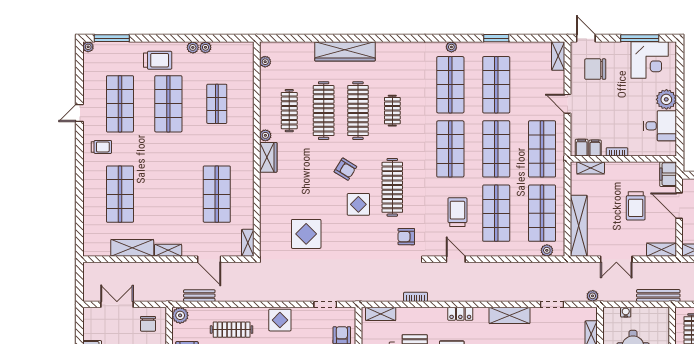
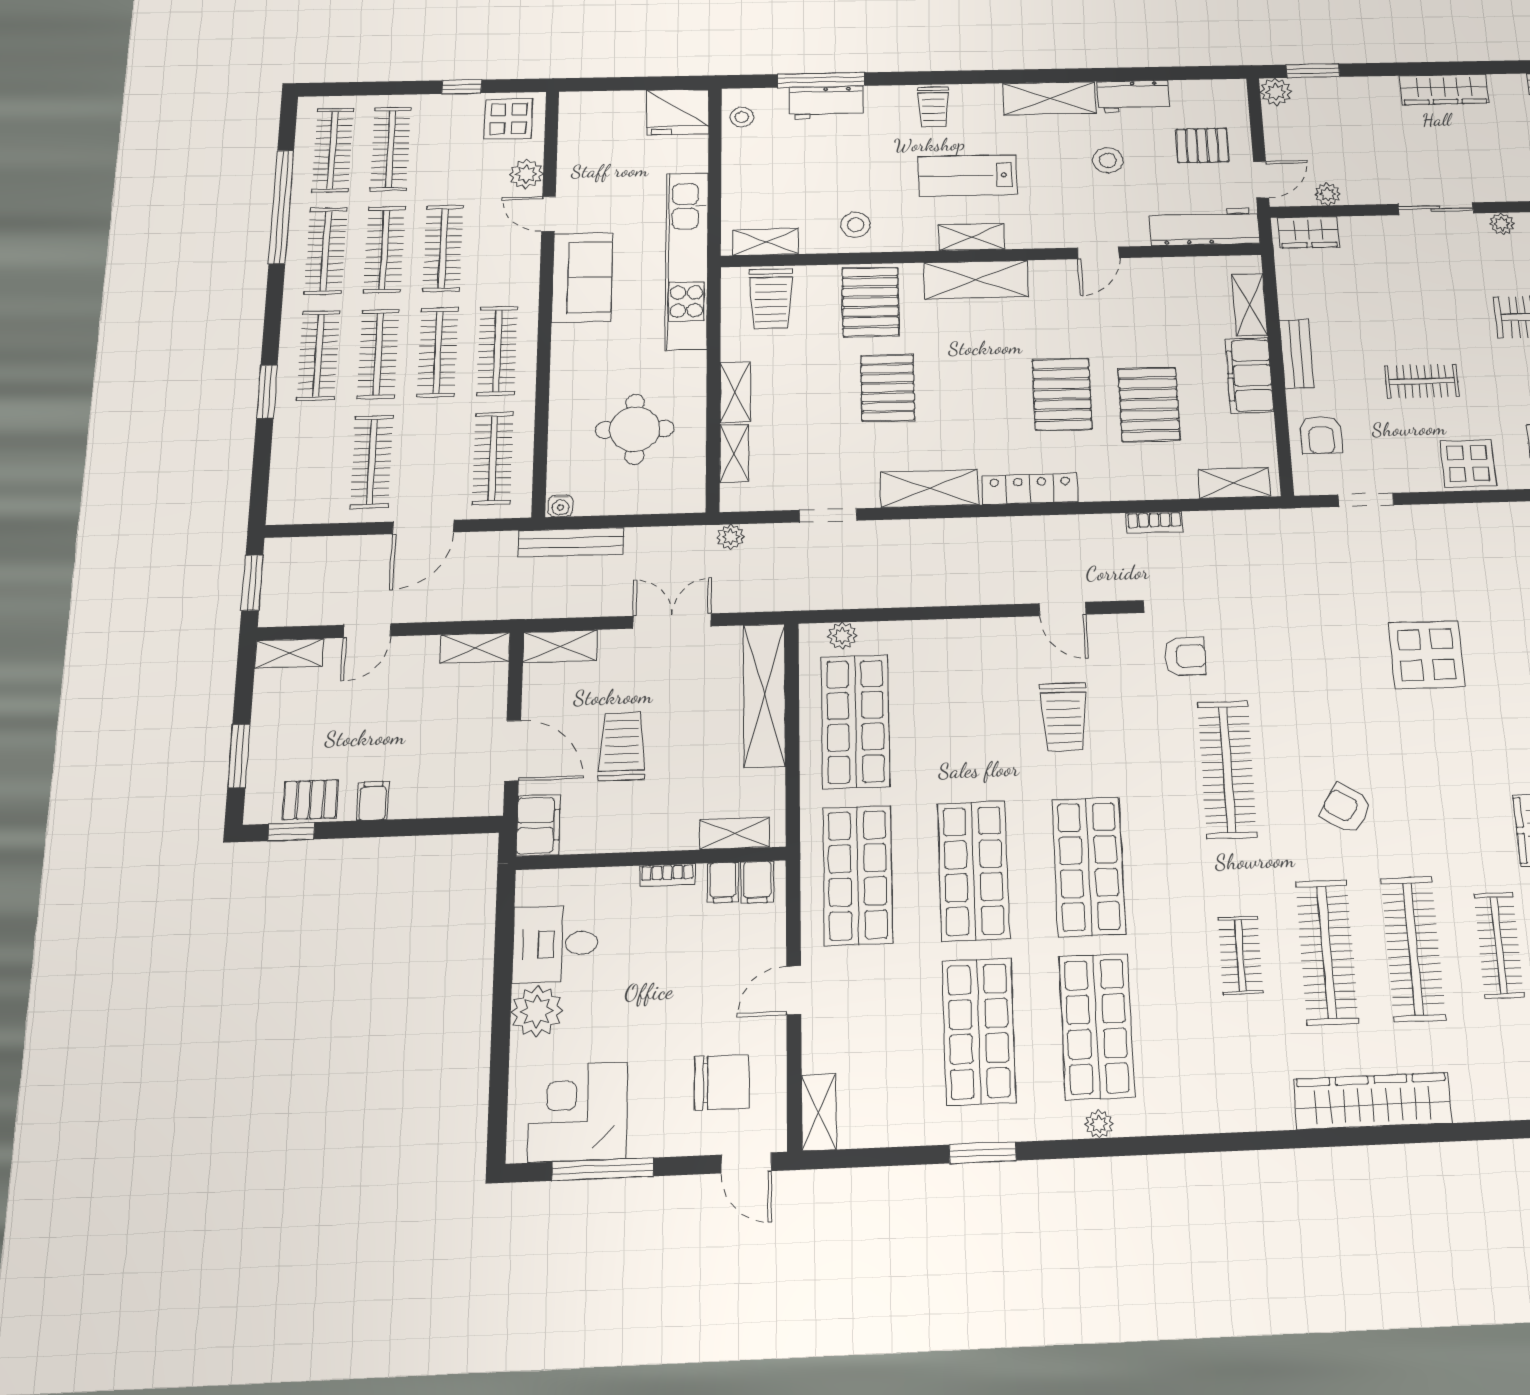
door: (568, 104) -> (794, 990), swing flipped
display table: (358, 204) -> (1307, 727), removed
shop shelf: (496, 213) -> (969, 718), removed
water cooler: (626, 312) -> (561, 506), moved
locker: (460, 314) -> (1030, 489), width x1.53

